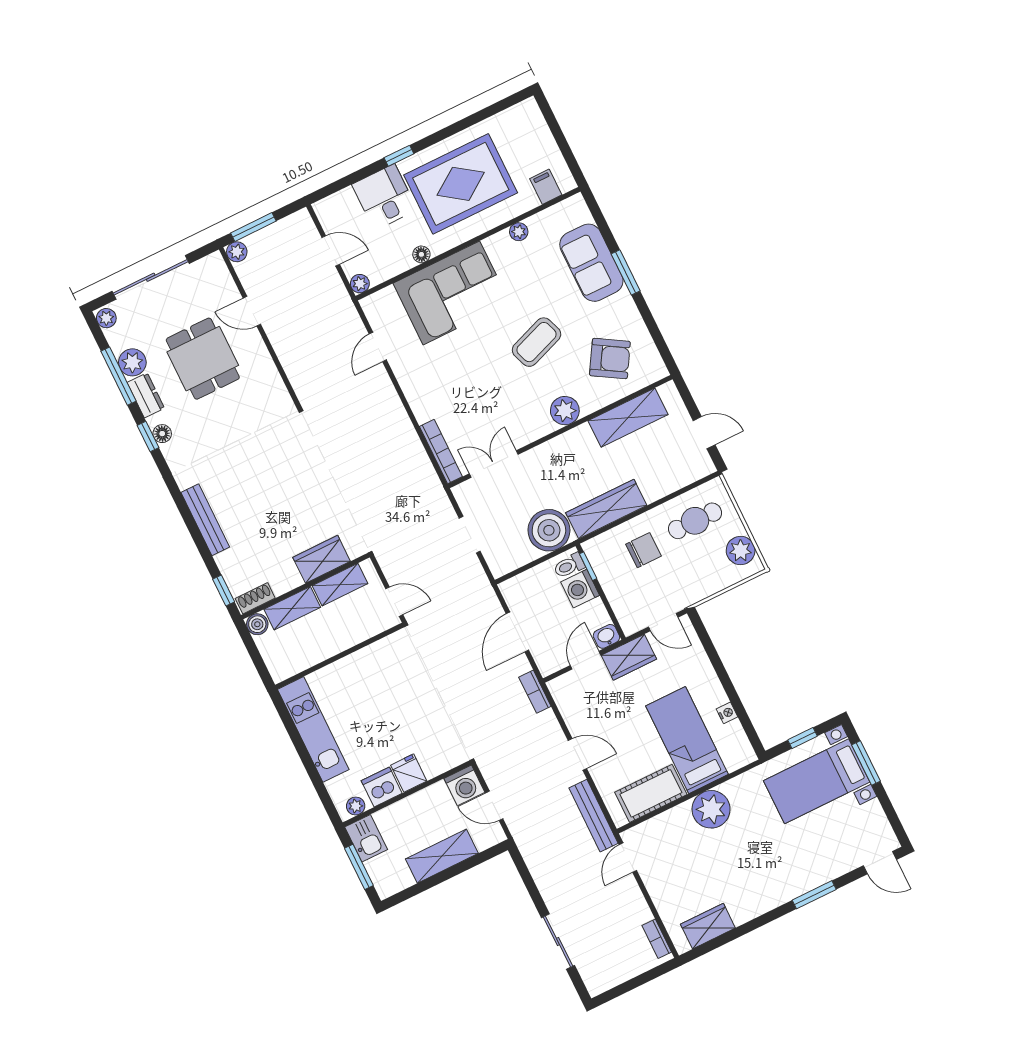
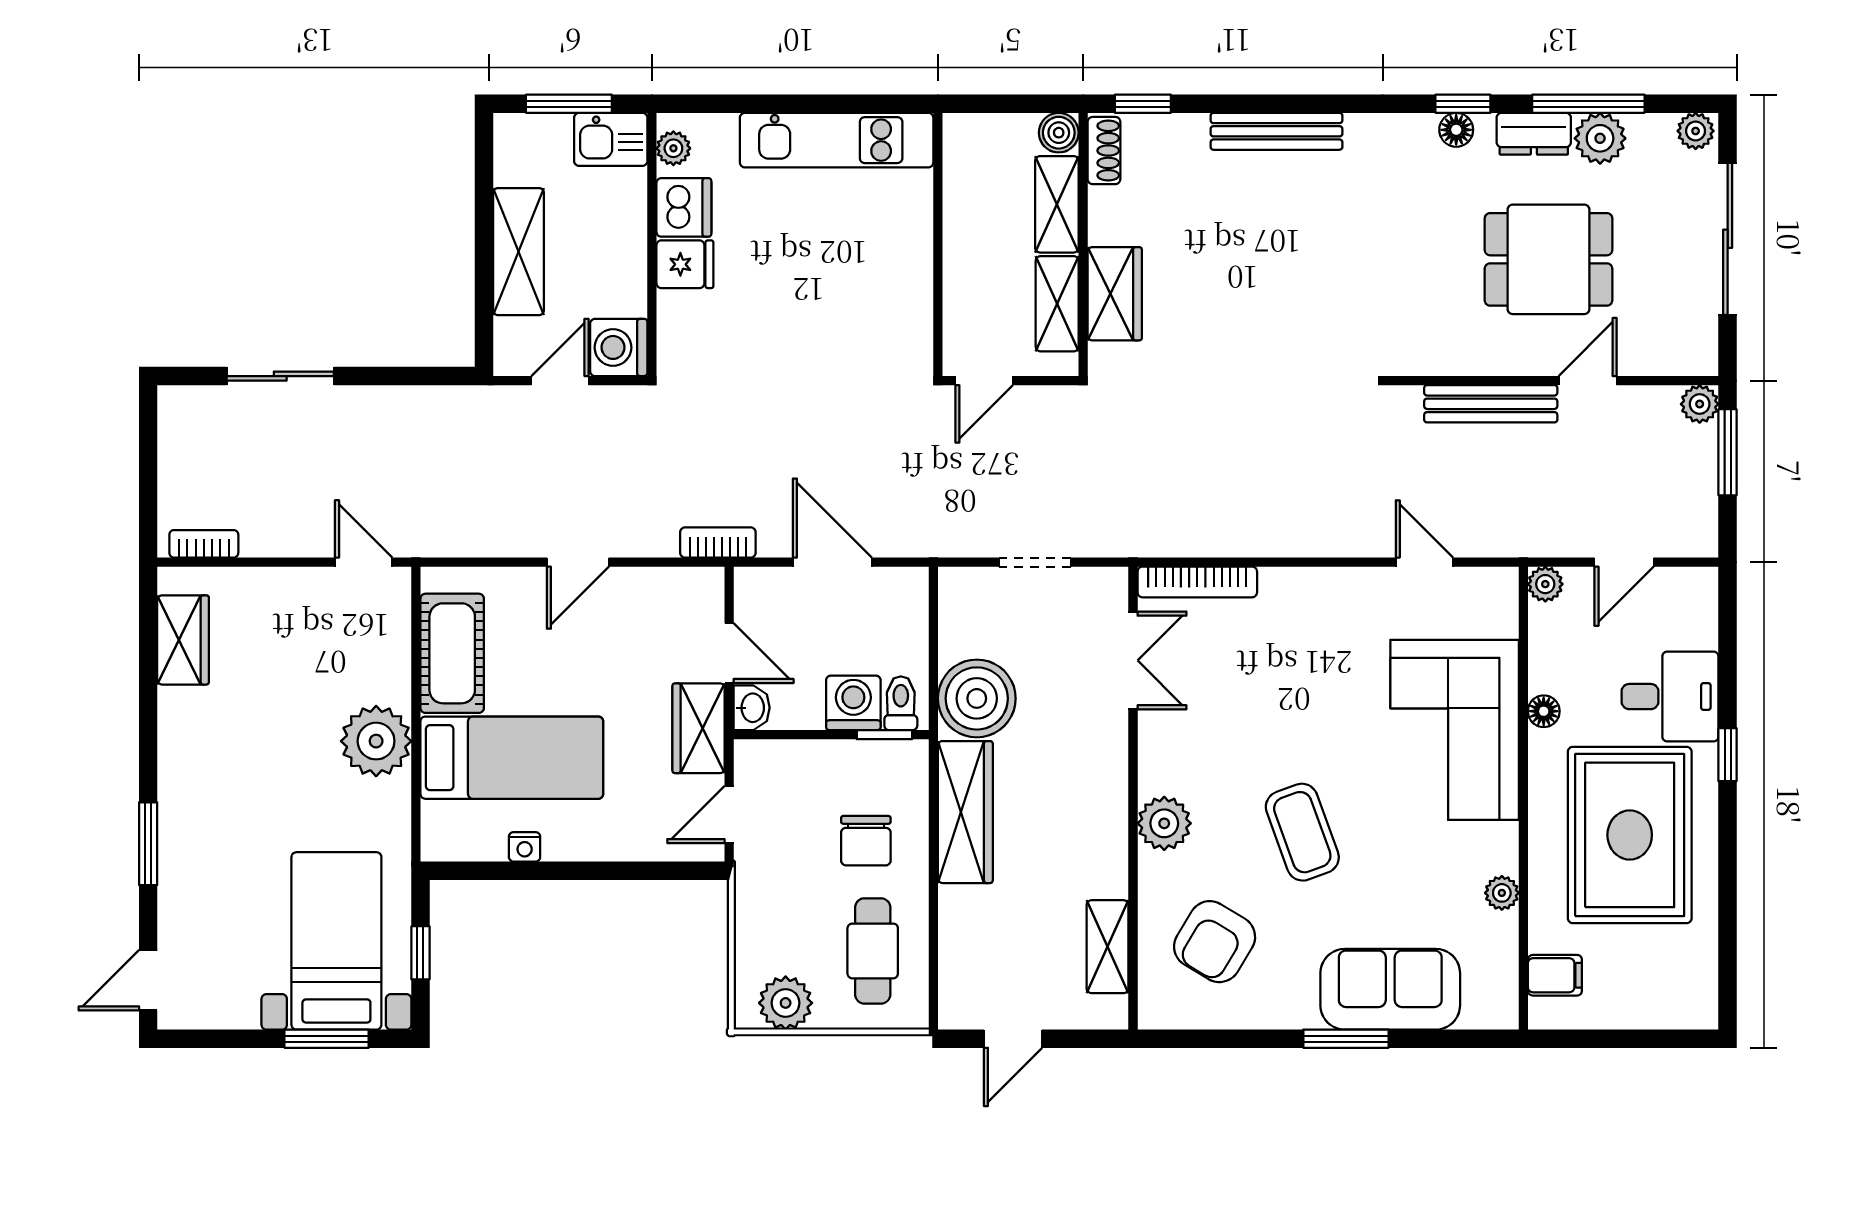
shelving: (628, 418) -> (1108, 947), width x0.67, depth x0.75
bench: (594, 816) -> (1491, 404), moved

